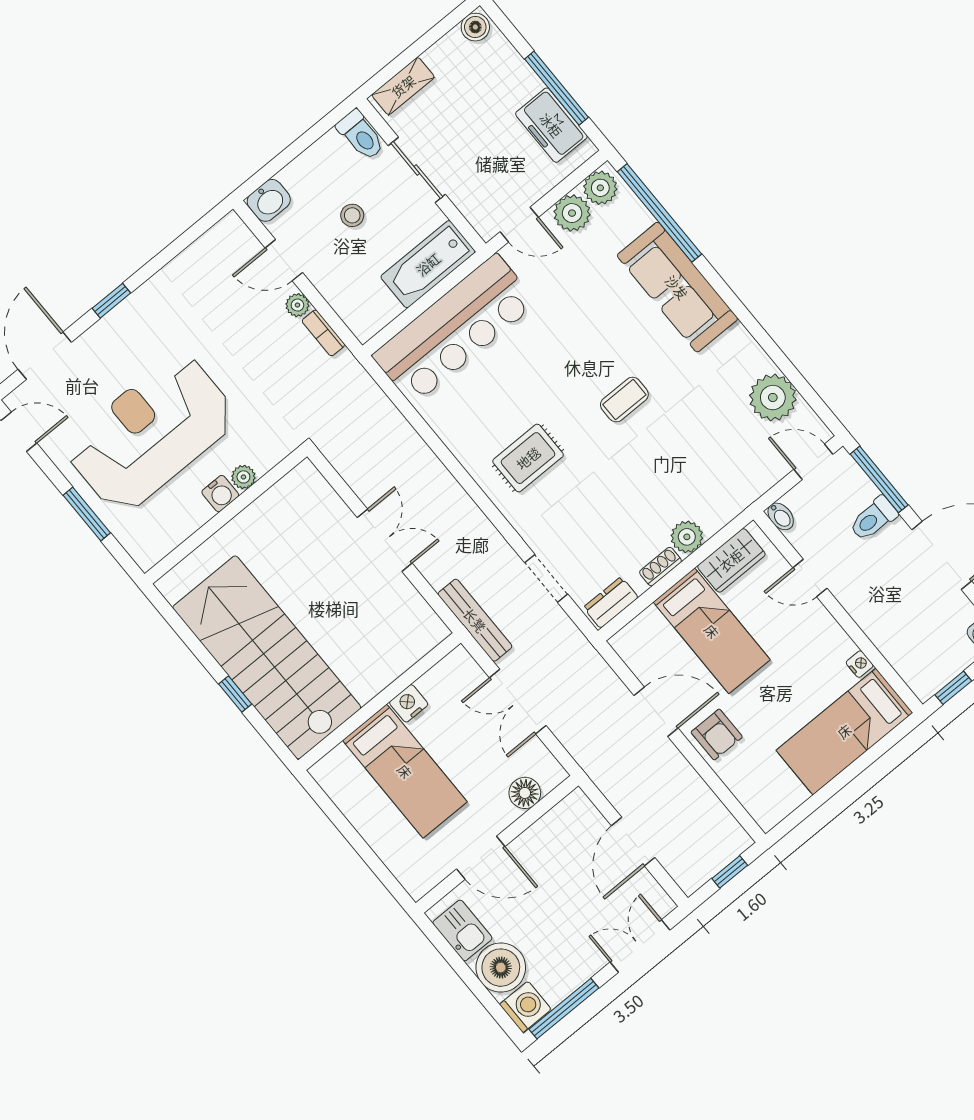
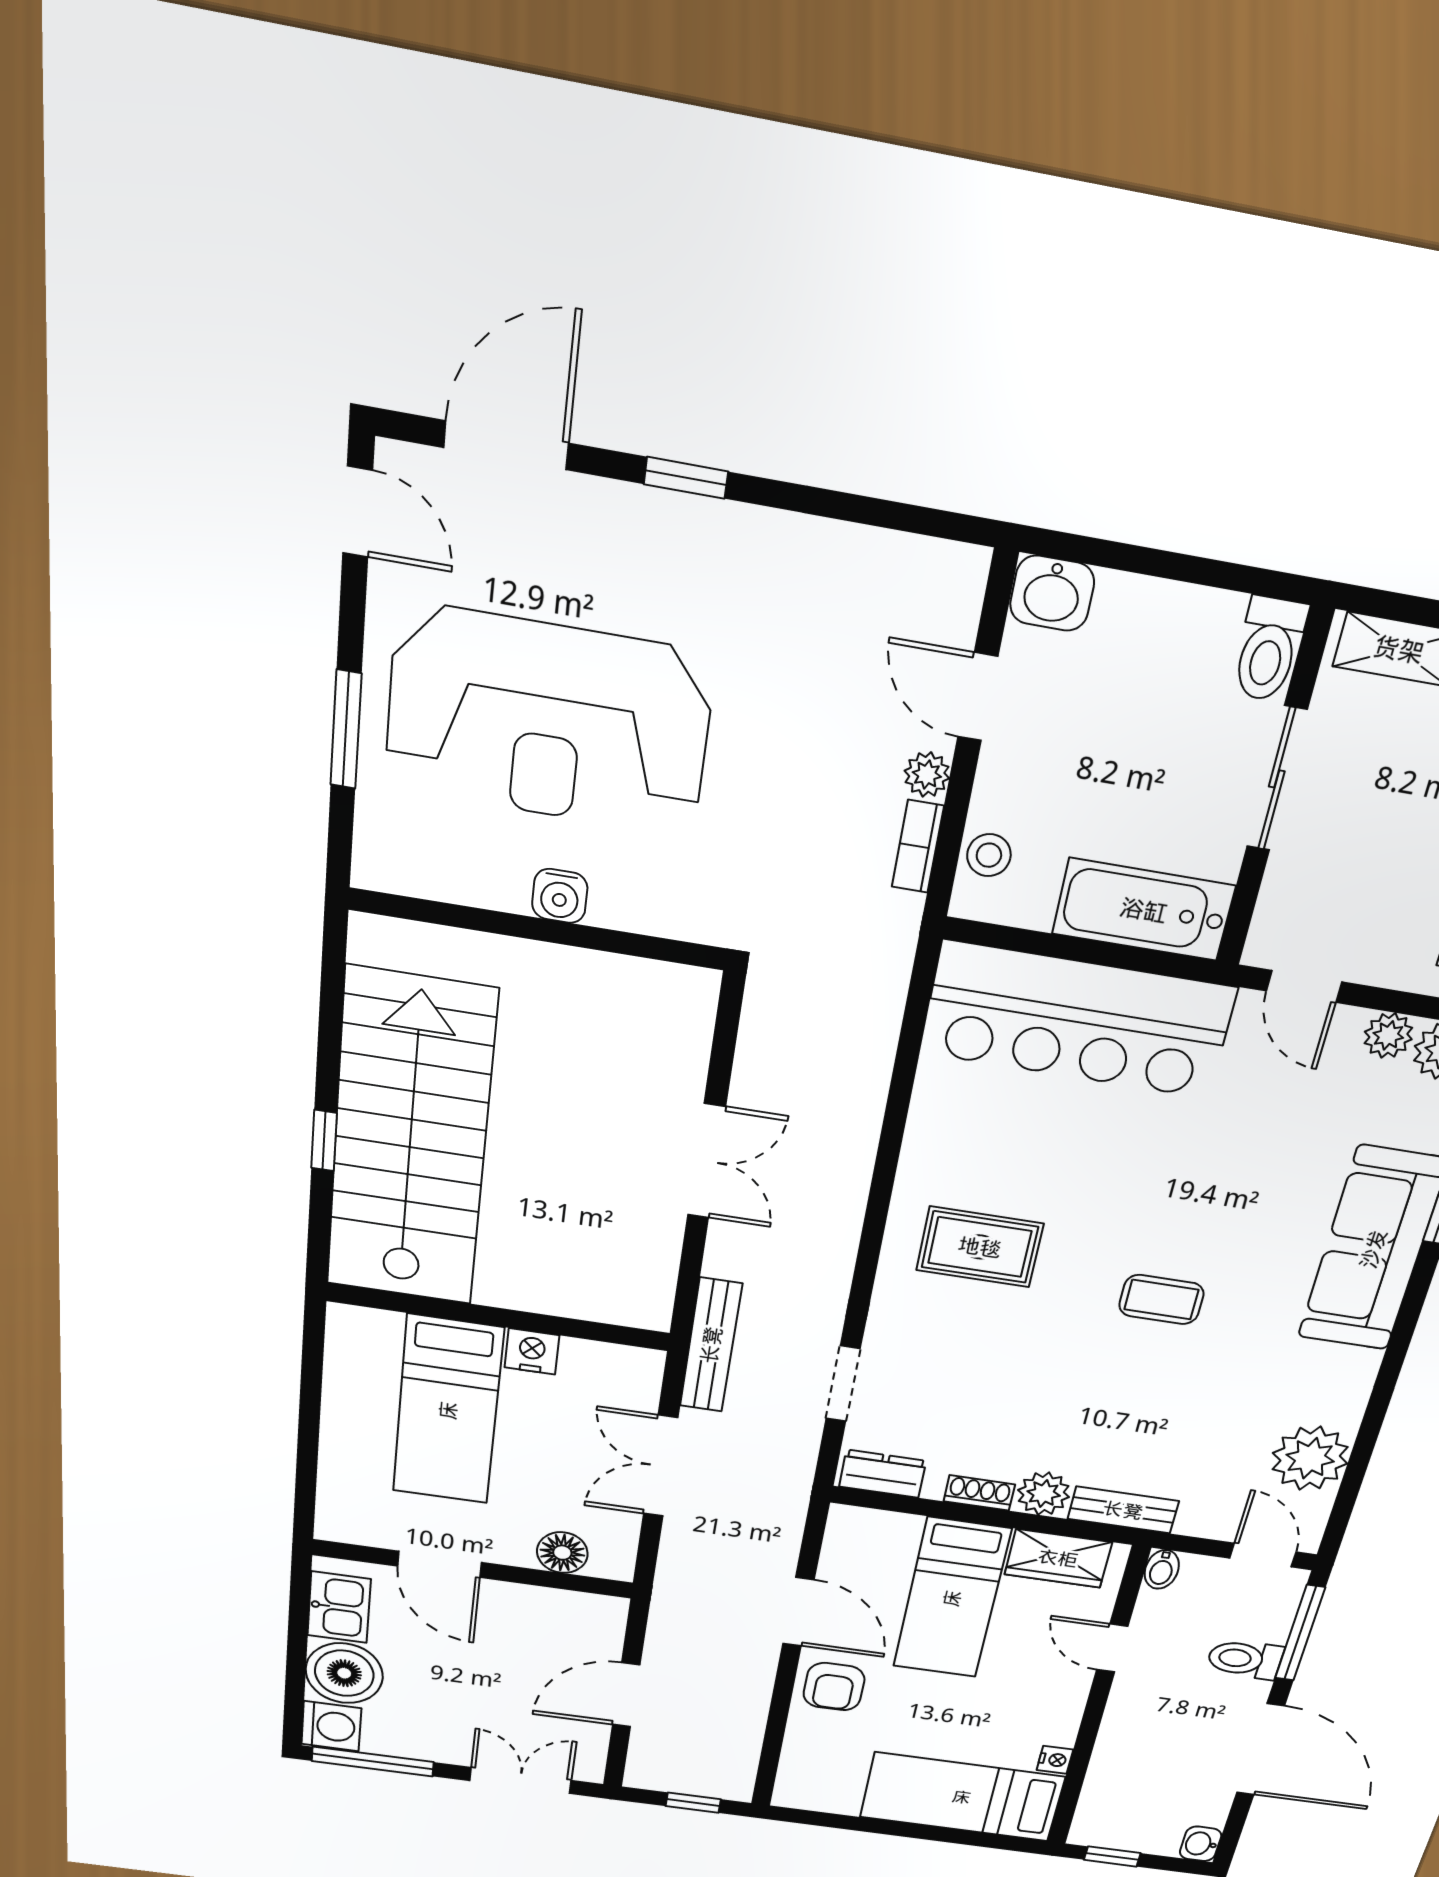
plant: (572, 213) -> (1388, 1035), width x0.73, depth x0.73
stool: (352, 215) -> (989, 855), moved
reception desk: (151, 433) -> (549, 721), turned 180
plant: (243, 477) -> (613, 908), removed
bench: (729, 507) -> (1123, 1510), added

